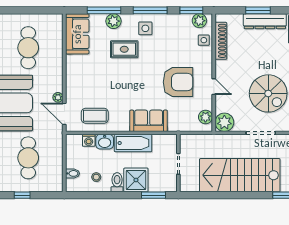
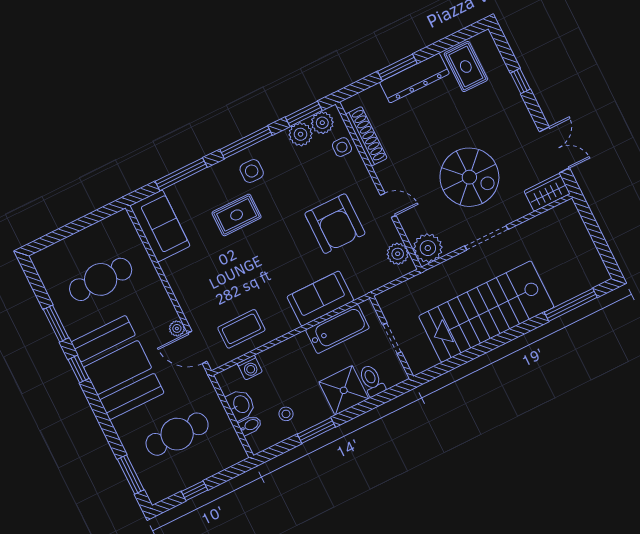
plant: (113, 21) -> (301, 134), moved
cafe table: (28, 48) -> (101, 279), turned 90
armchair: (178, 82) -> (335, 224), turned 90
washbasin: (105, 142) -> (241, 405), moved, turned -90
bathtub: (133, 143) -> (337, 329), moved
cafe table: (28, 158) -> (177, 434), turned 90
toilet: (117, 182) -> (372, 381), moved
window: (153, 195) -> (316, 431), moved

